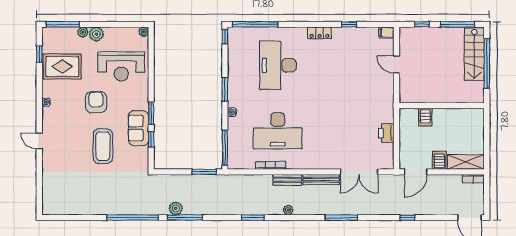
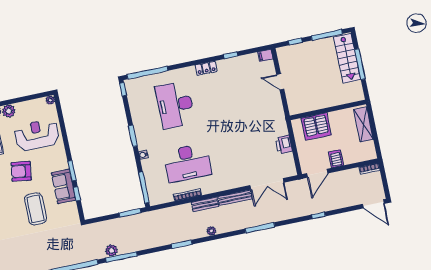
window: (487, 63) -> (360, 64), width x0.68
reception desk: (121, 66) -> (37, 135), turned 180
armchair: (96, 102) -> (21, 171), turned -80
server rack: (425, 117) -> (316, 127), width x2.18, depth x1.44
shelving: (466, 162) -> (363, 124), moved, turned 90

